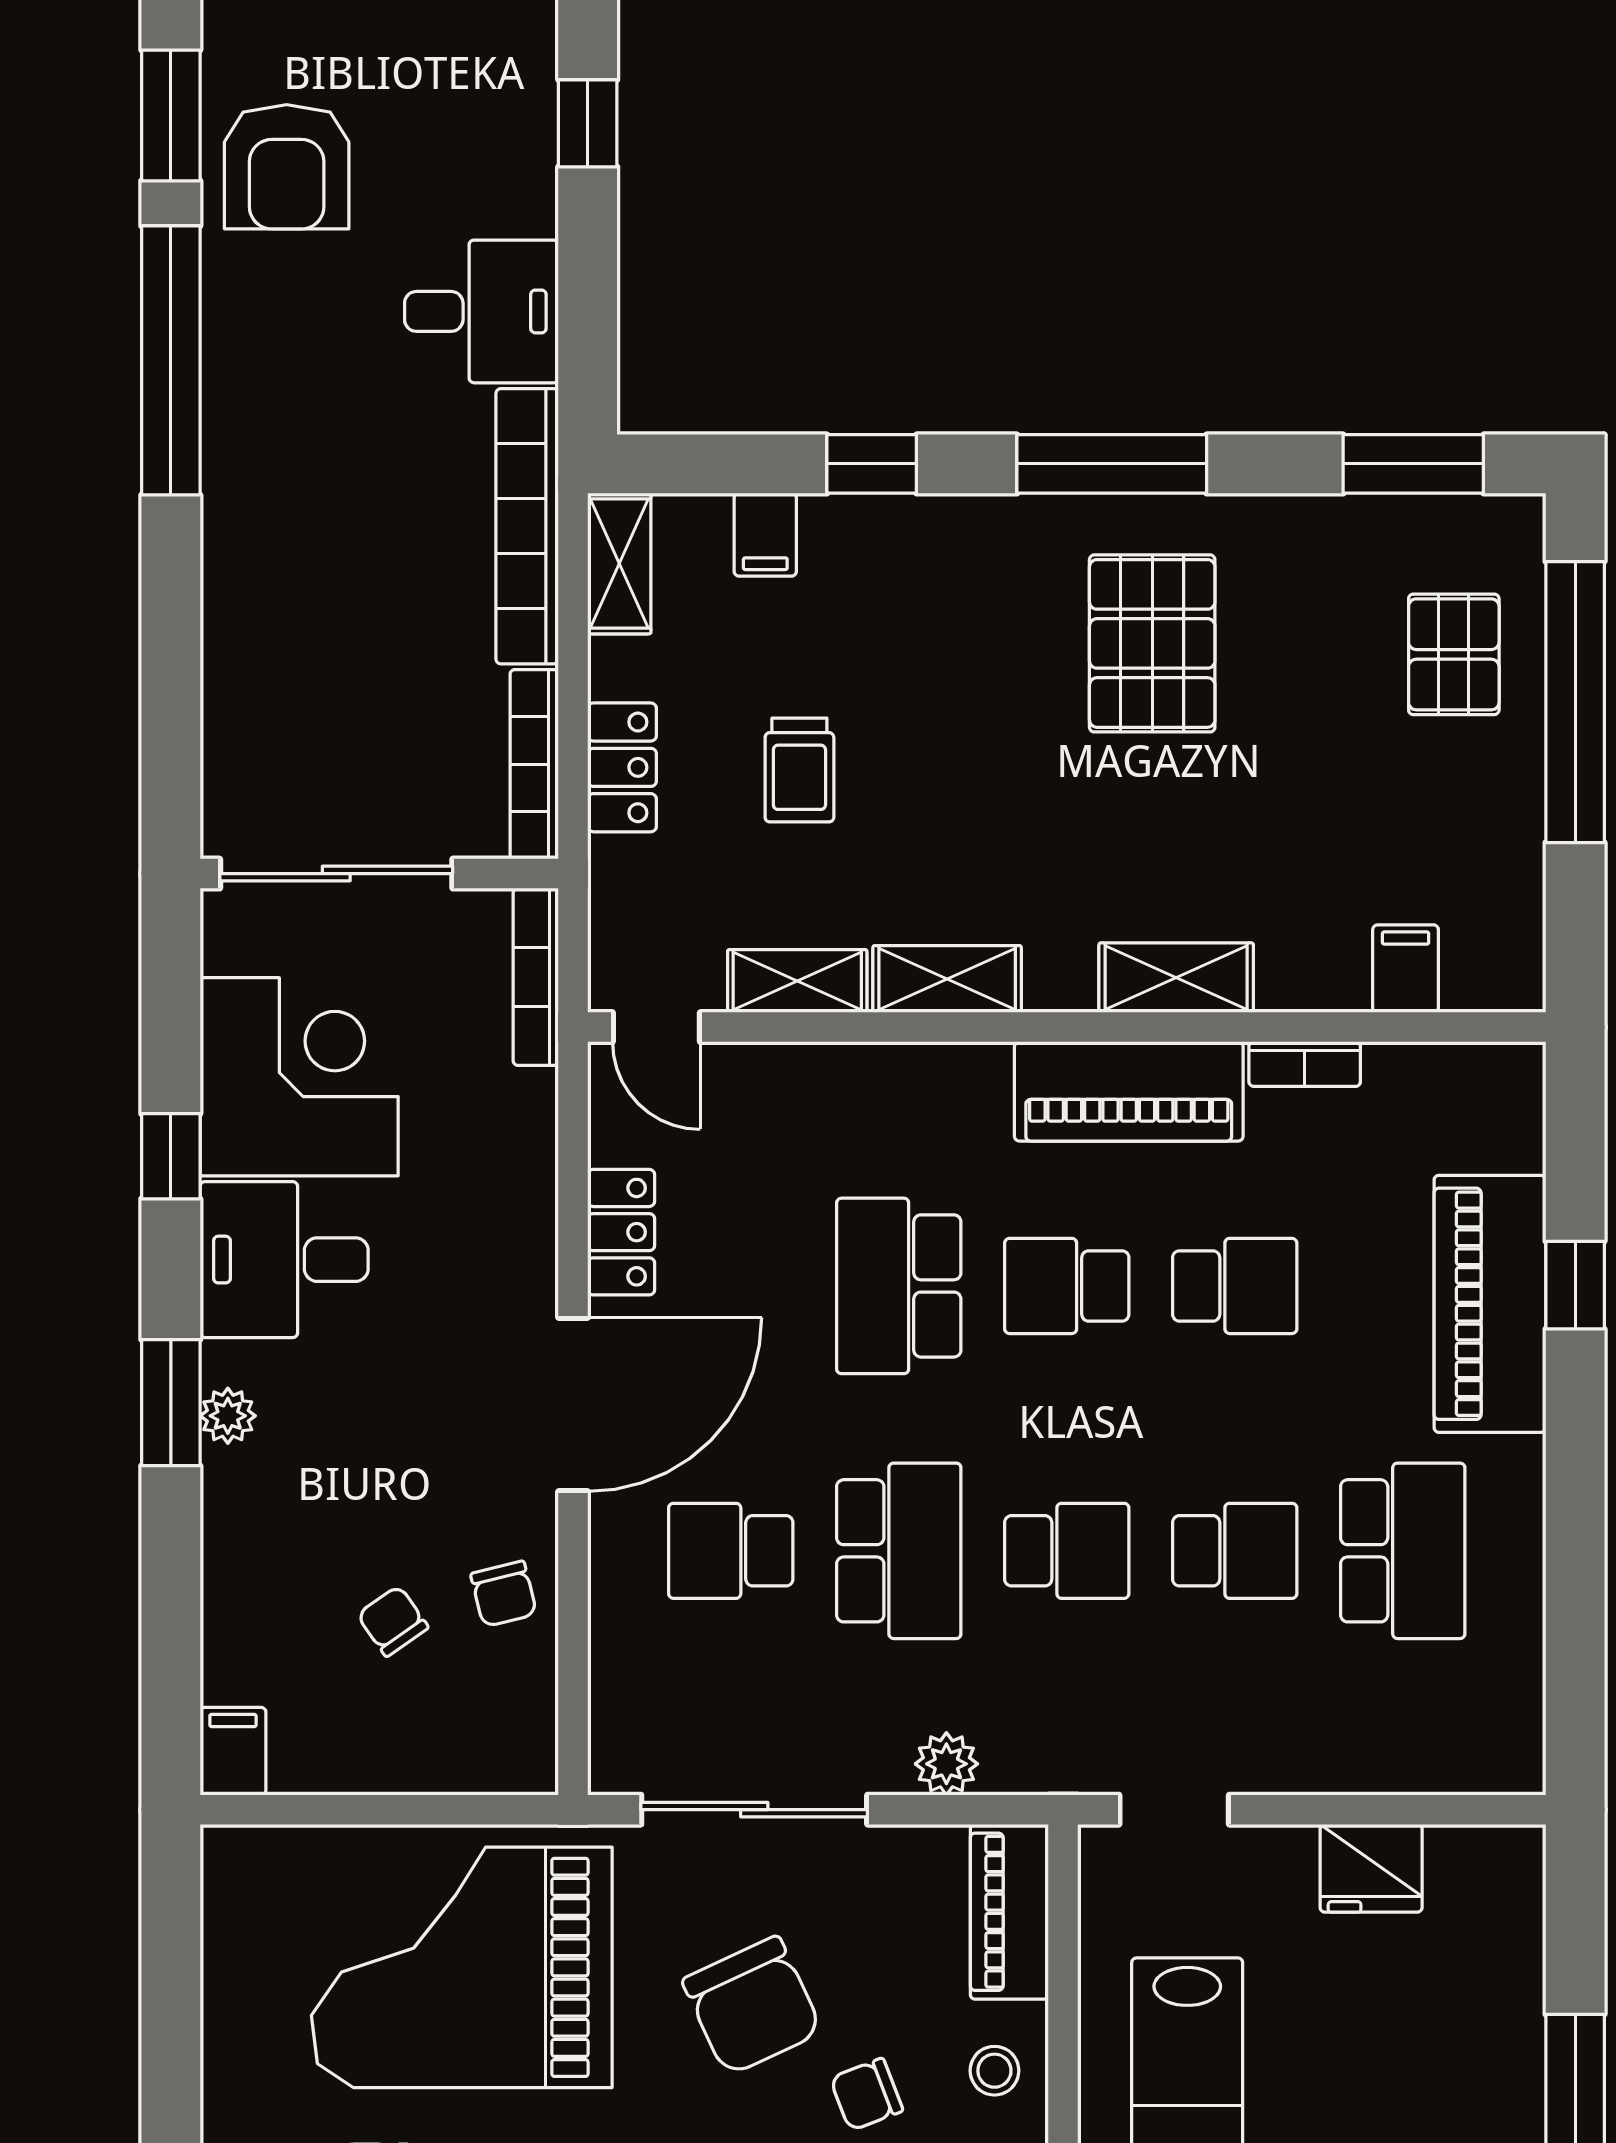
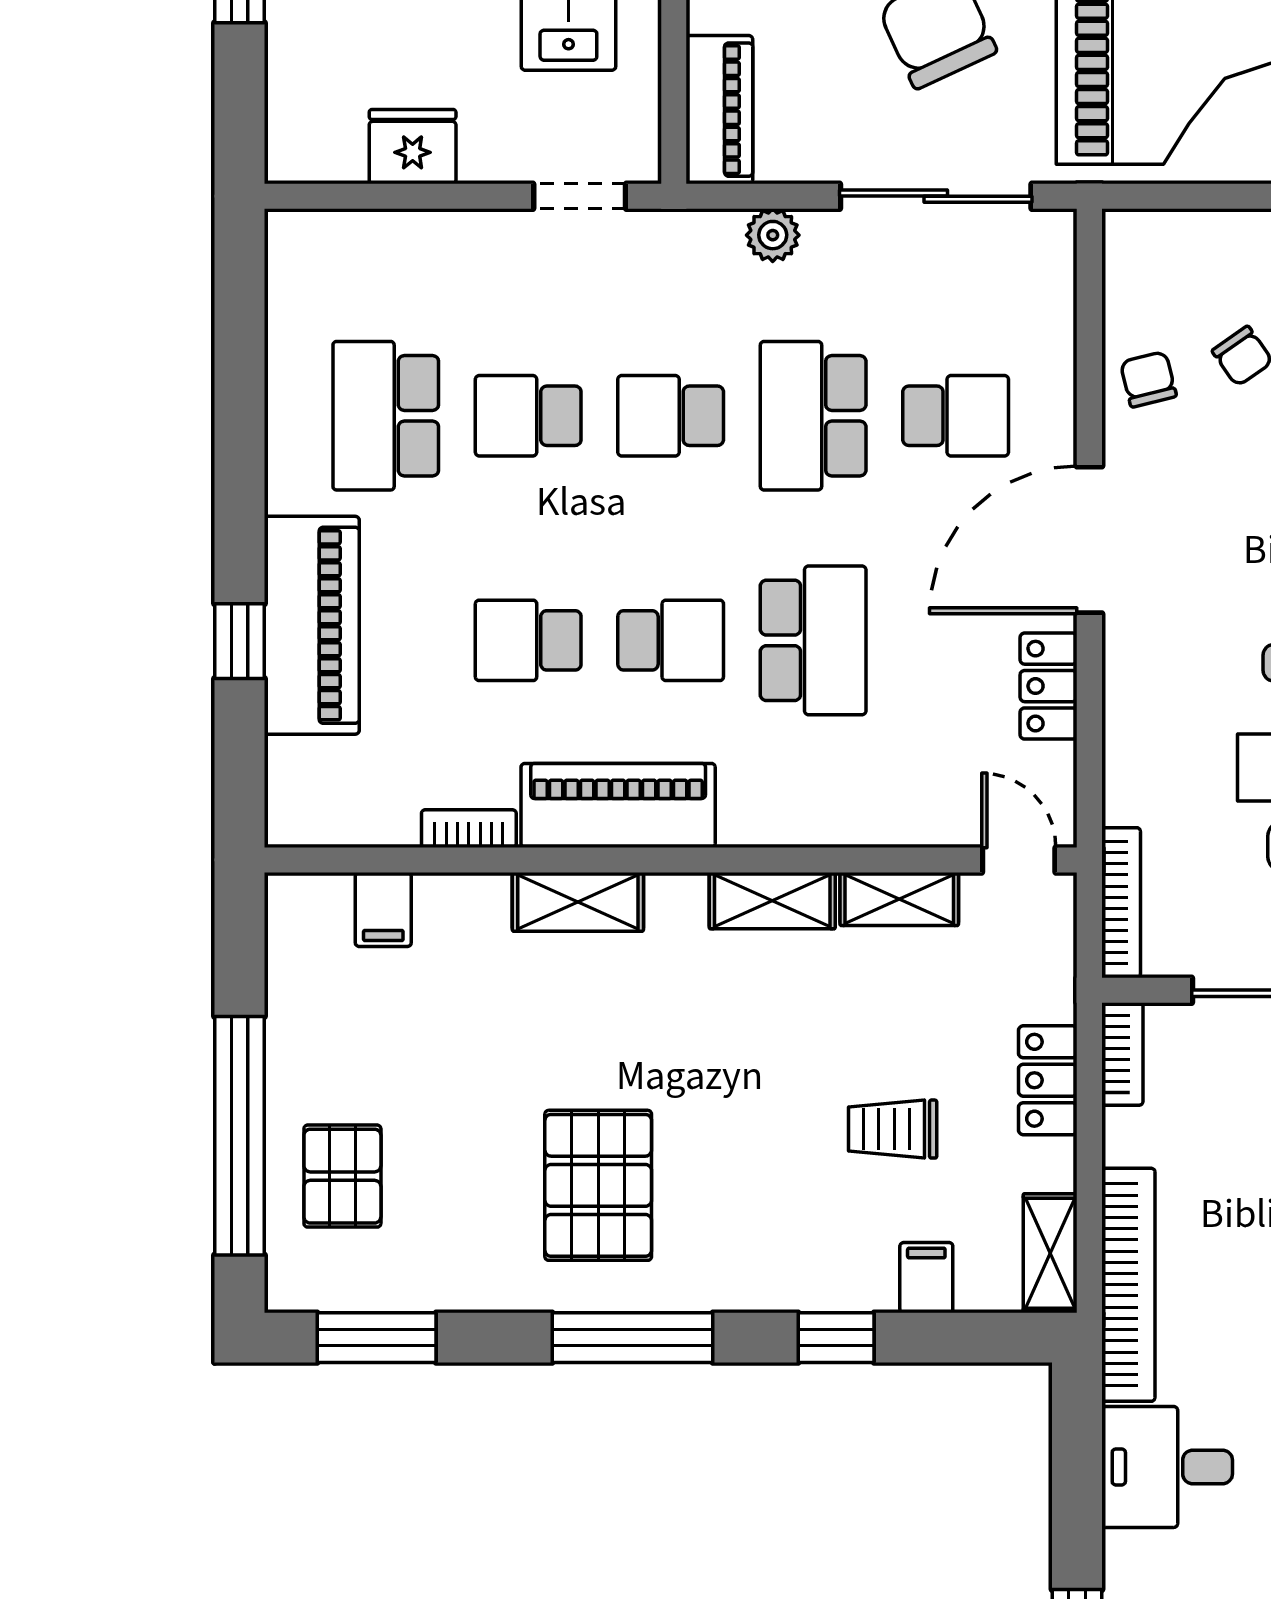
bookcase: (534, 764) -> (1122, 1054), width x0.64
trolley: (799, 770) -> (893, 1129), moved, turned -90

